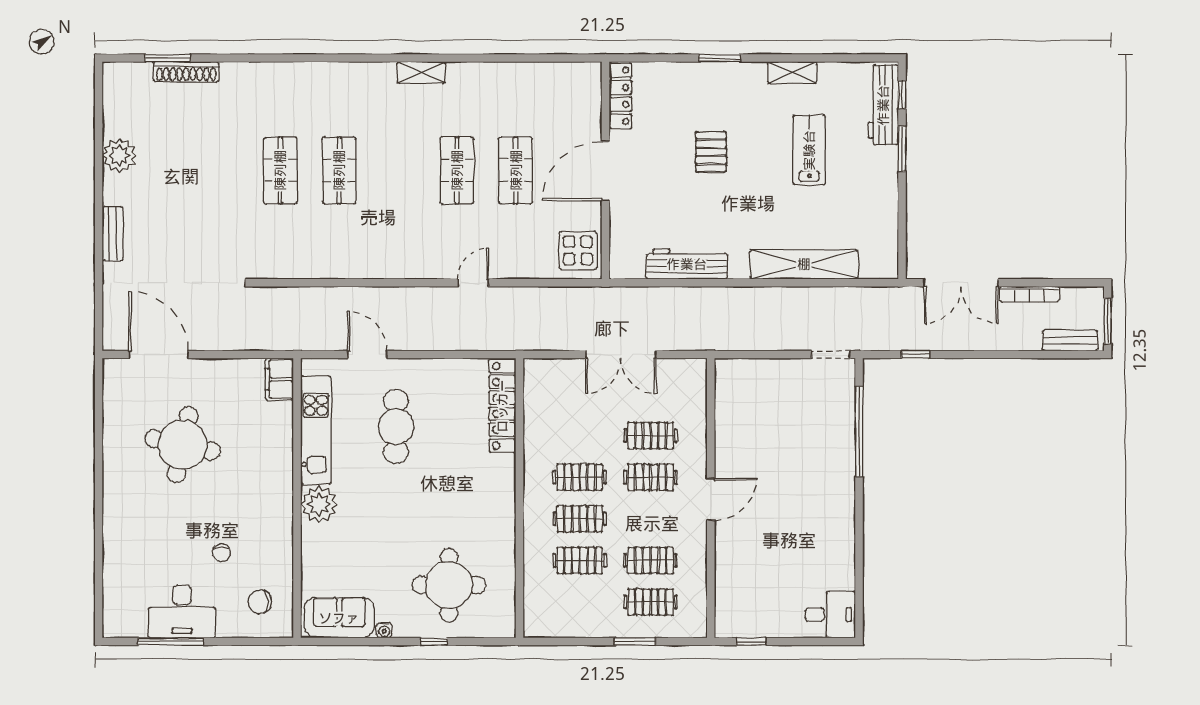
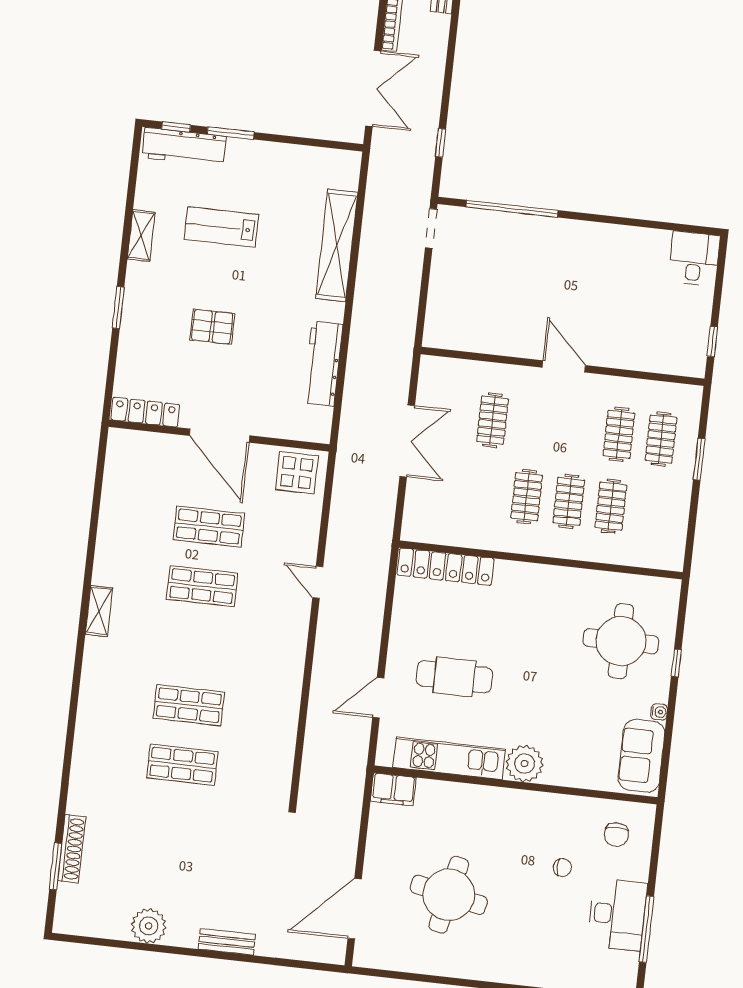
clothes rail: (651, 477) -> (535, 425), removed

